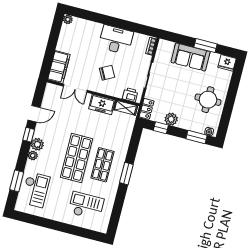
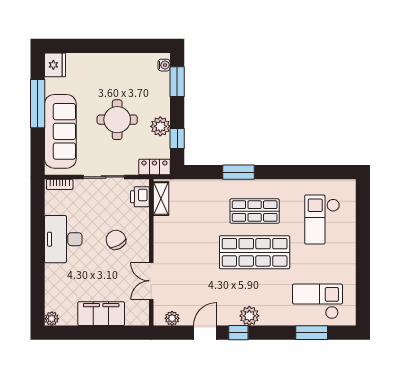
window: (205, 46) -> (38, 104), width x1.44
sofa: (190, 57) -> (60, 131), width x1.36
filing cabinet: (59, 67) -> (101, 314), moved
double door: (75, 88) -> (151, 281), swing flipped
round table: (208, 100) -> (117, 120), moved
freezer: (102, 104) -> (165, 235), removed
door: (34, 114) -> (205, 333), hinge flipped
plant: (33, 156) -> (172, 318), moved
window: (126, 174) -> (238, 172), moved

